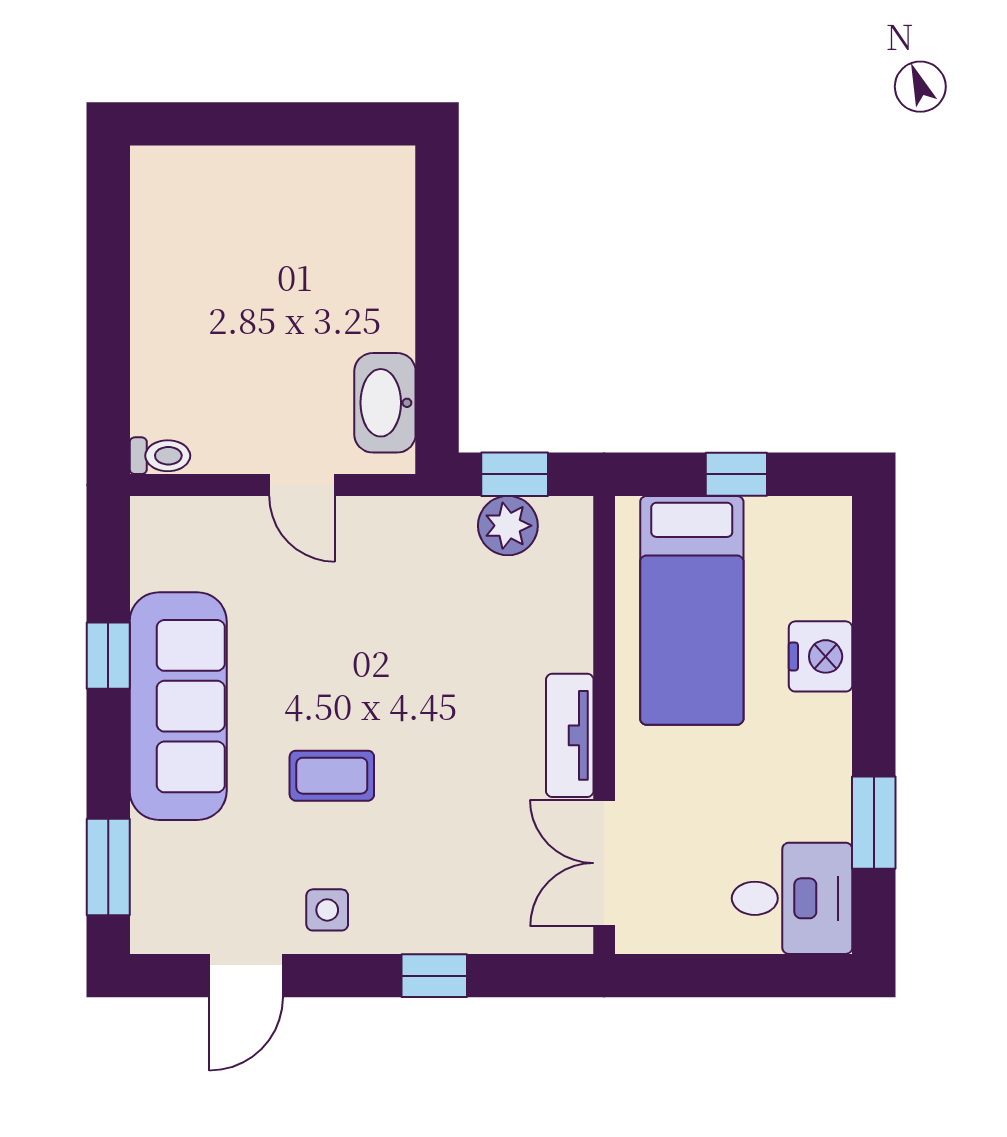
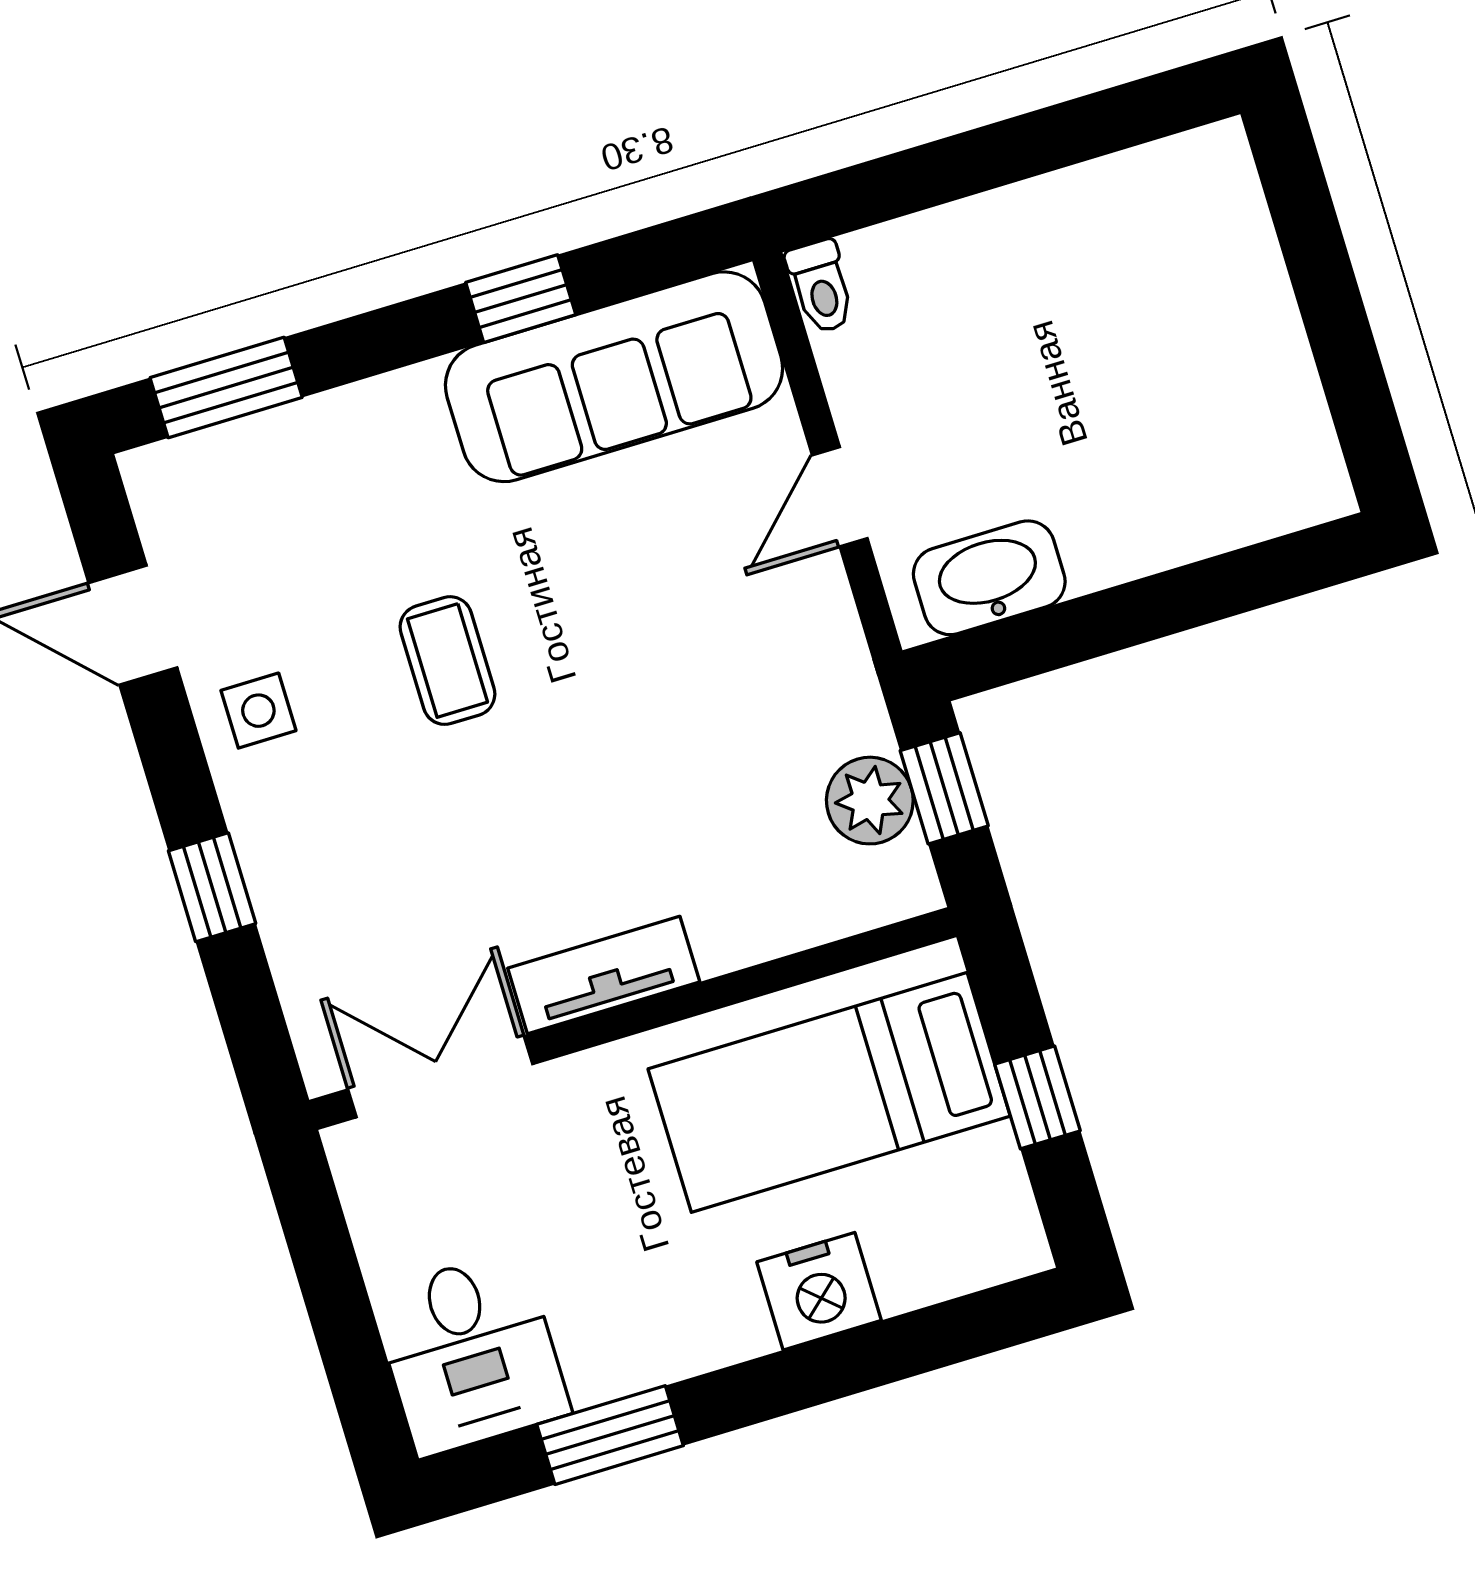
sofa: (178, 706) -> (614, 377), moved

